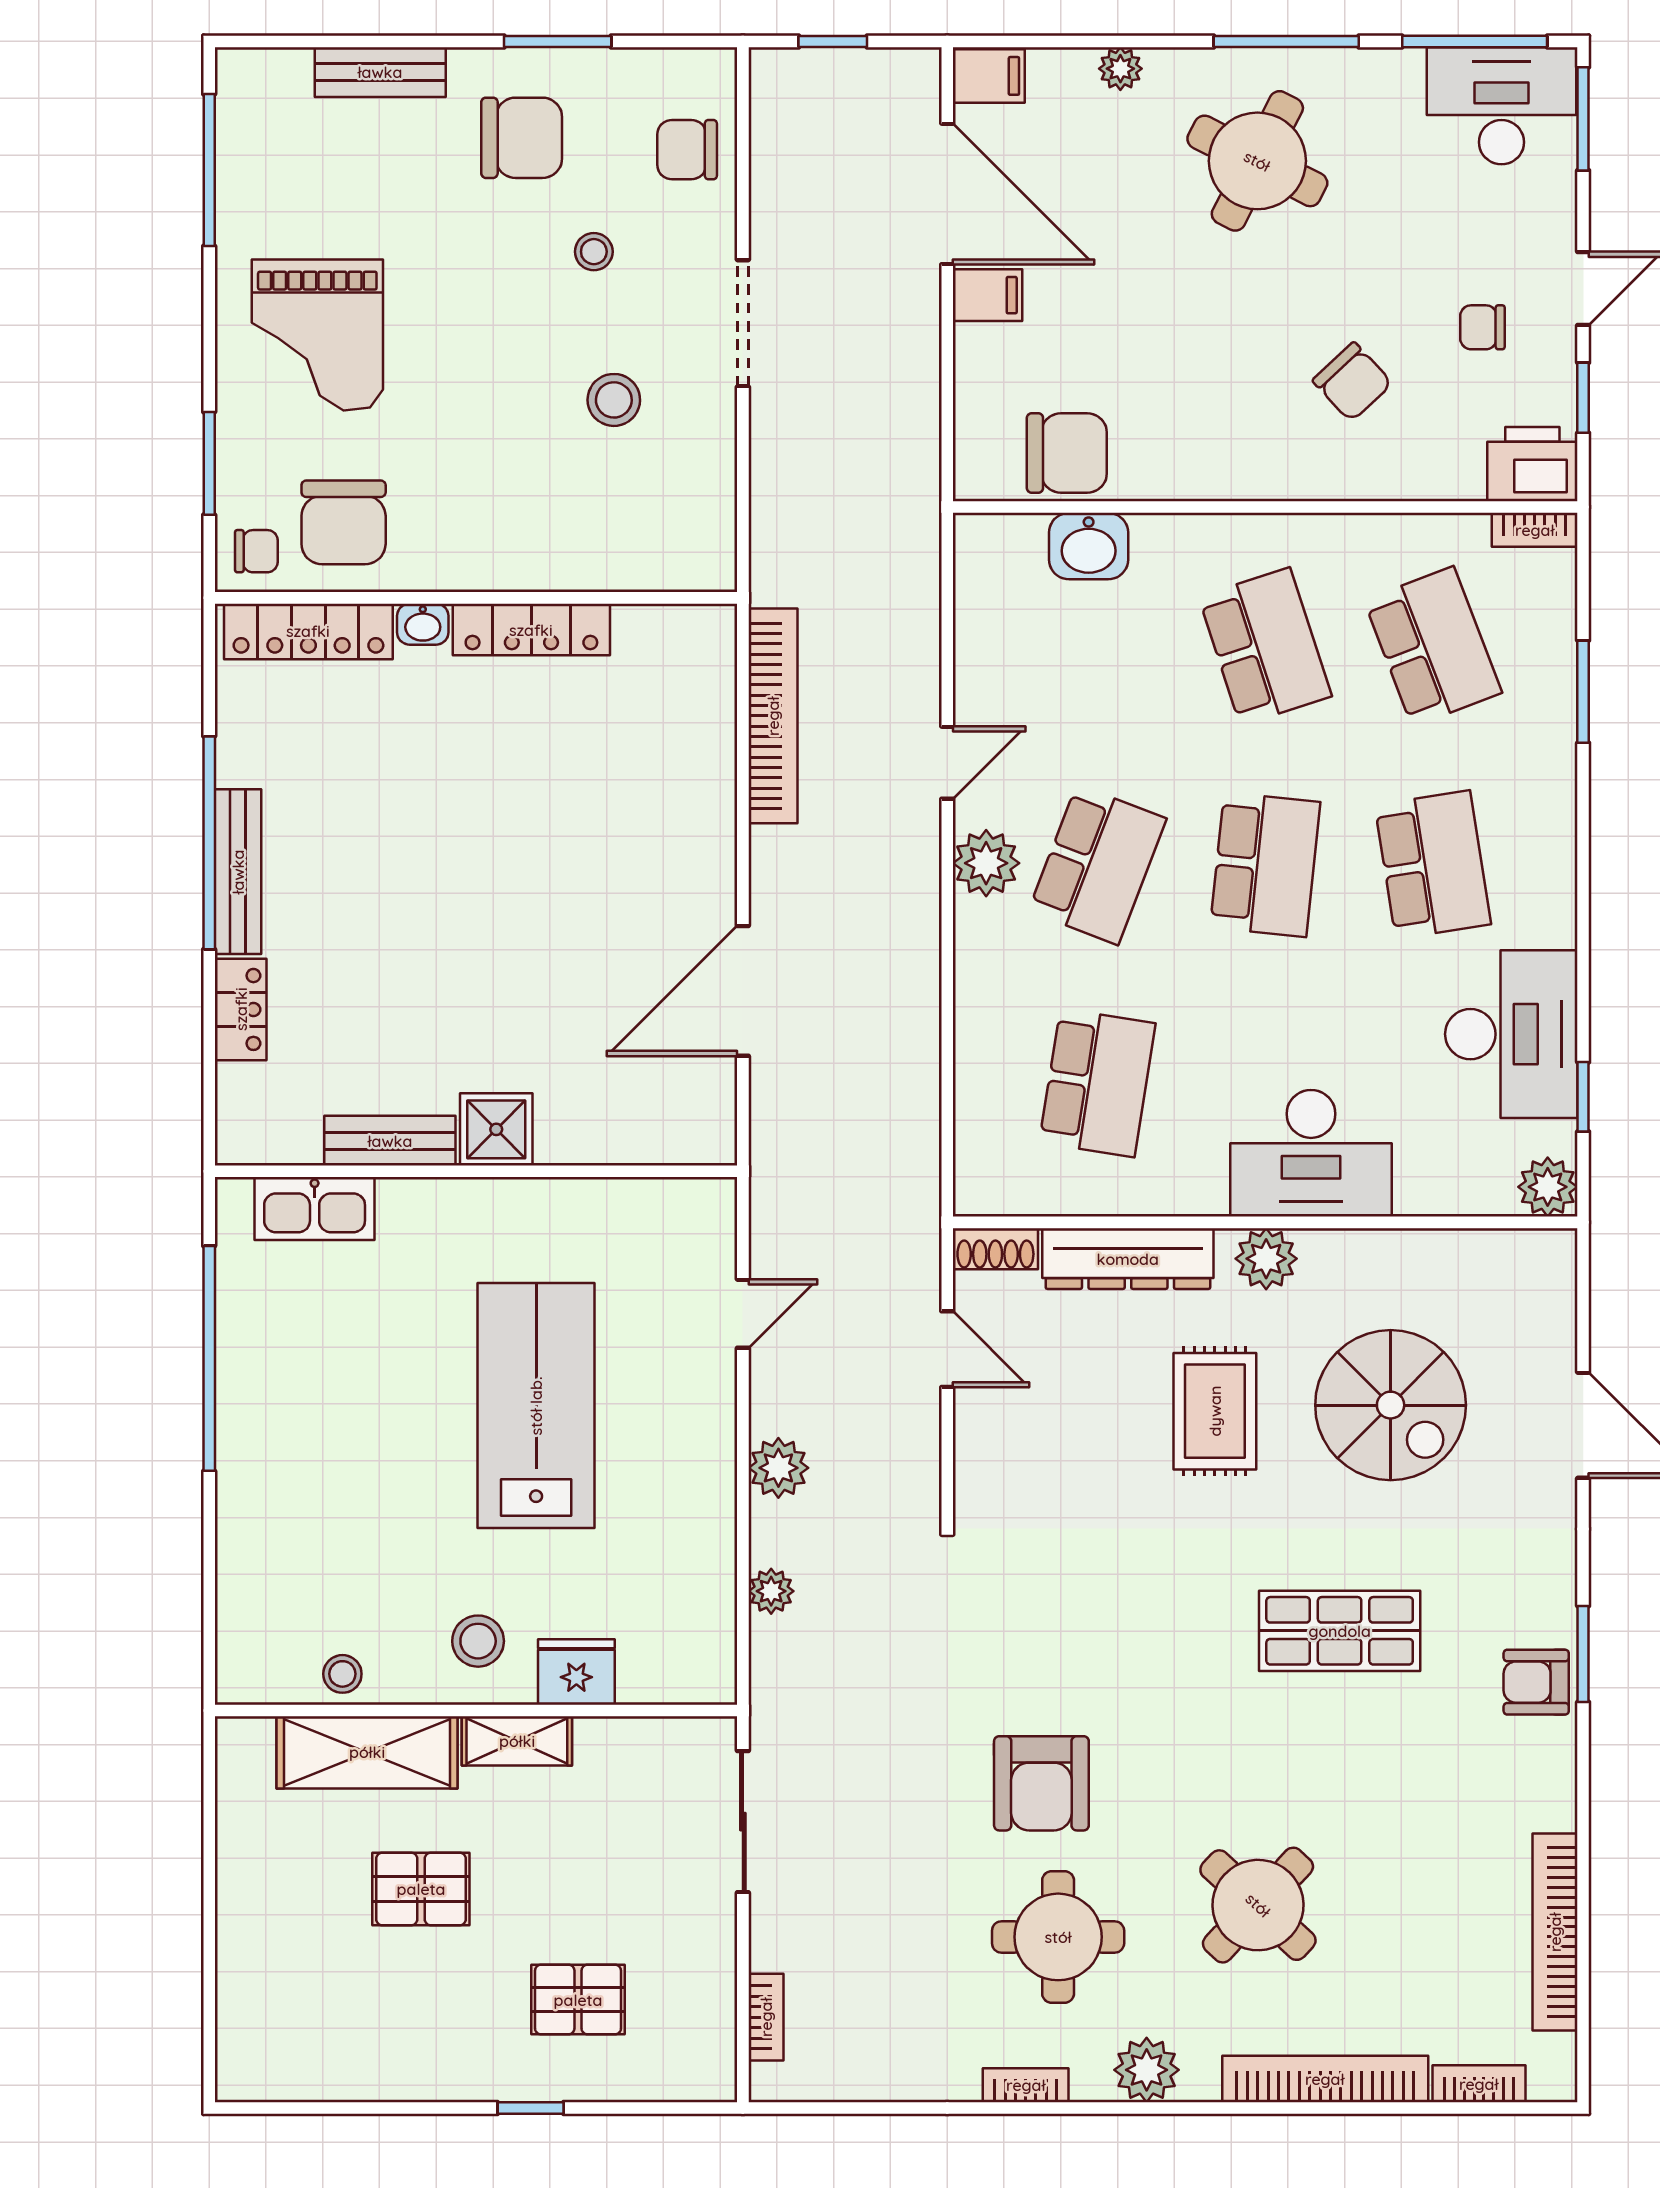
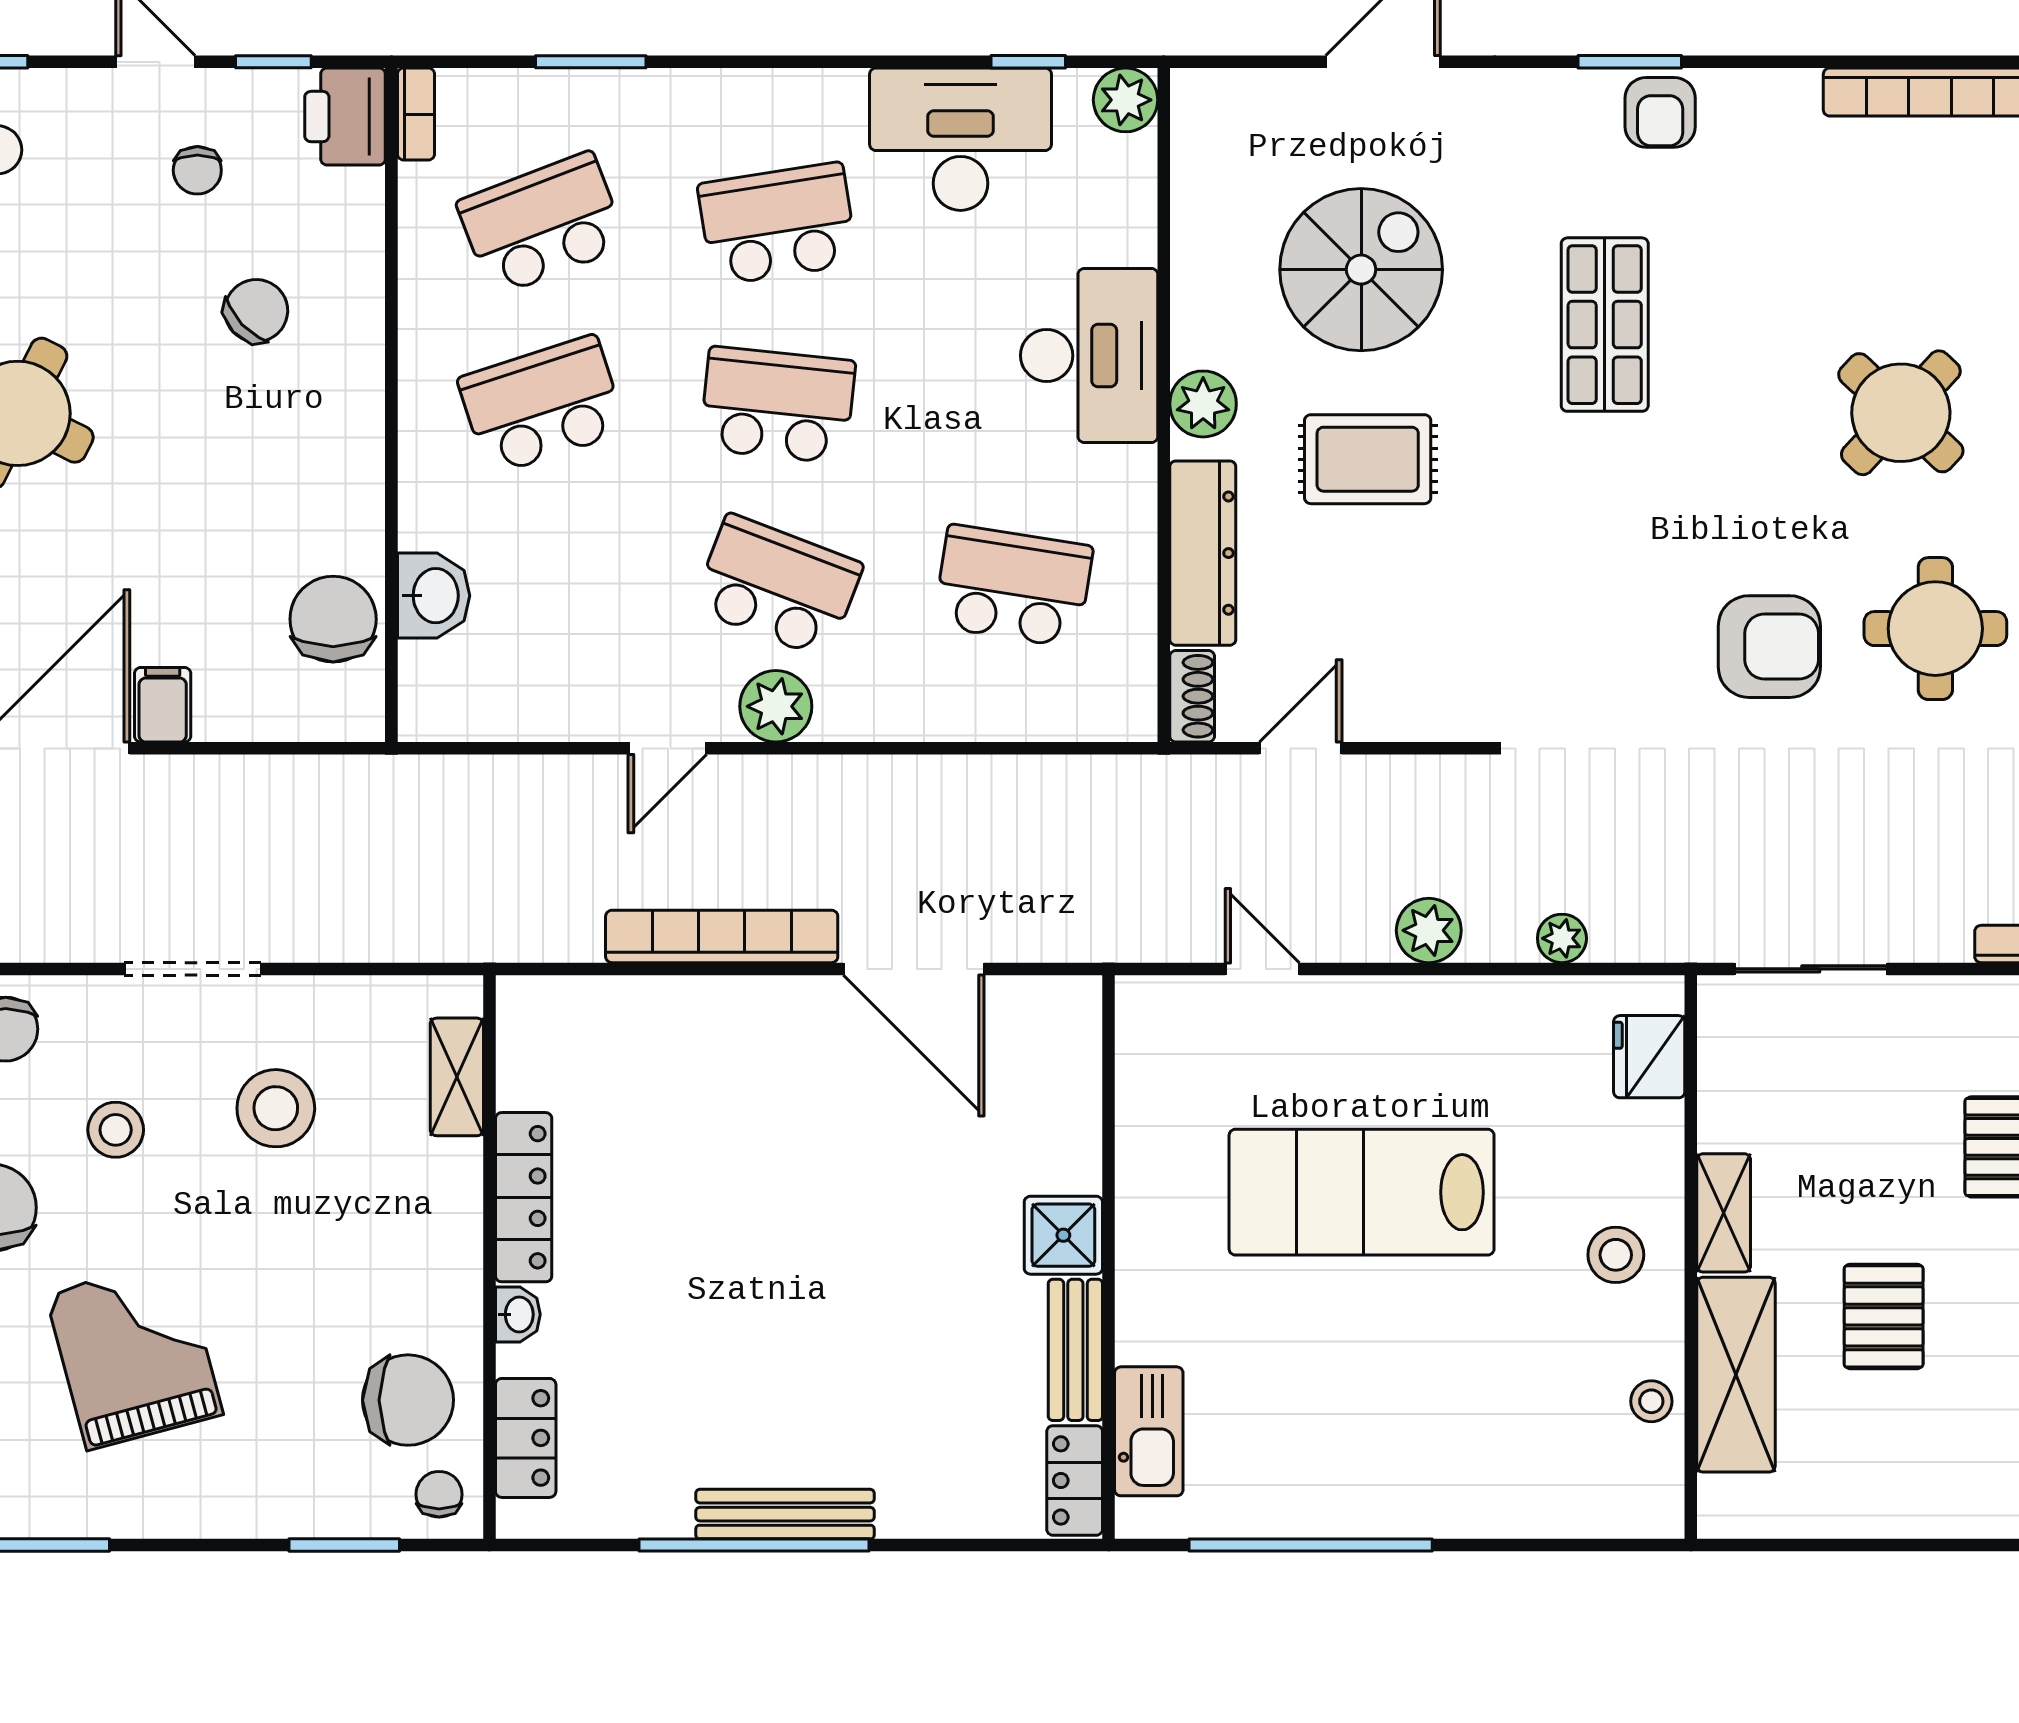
stool: (594, 252) -> (116, 1130), width x1.37, depth x1.37
grand piano: (317, 335) -> (134, 1354), moved, turned -105
stool: (614, 400) -> (276, 1108), width x1.38, depth x1.38
shelving: (643, 568) -> (457, 1077), added
locker: (308, 631) -> (526, 1438), width x0.66
bookcase: (773, 716) -> (722, 936), moved
door: (947, 763) -> (667, 748), swing flipped
locker: (241, 1009) -> (1075, 1480), moved, turned -90
fridge: (576, 1672) -> (1649, 1057), moved

